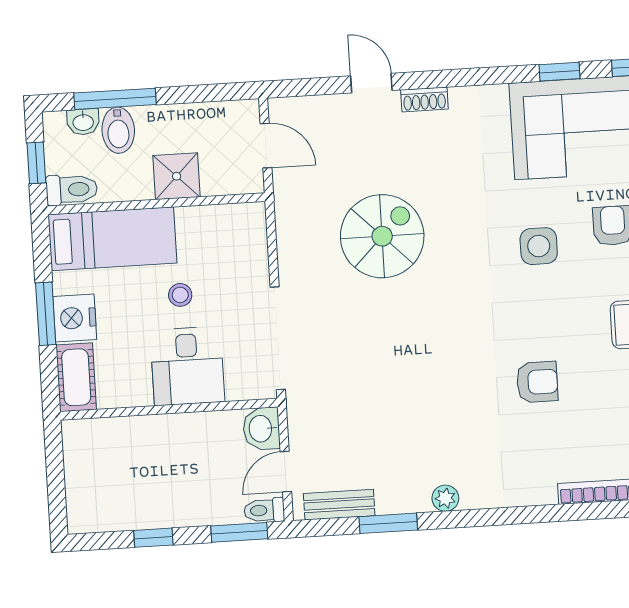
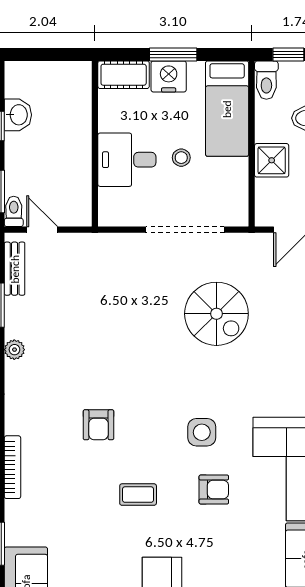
doorway: (278, 338) -> (185, 230), moved
washbasin: (261, 429) -> (18, 115), moved, turned 90

